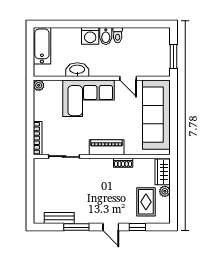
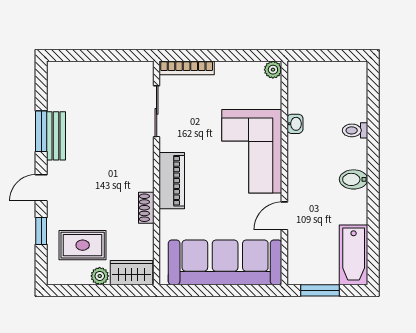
toilet: (118, 35) -> (355, 130), moved
washing machine: (90, 36) -> (354, 154), removed
bathtub: (42, 46) -> (354, 255), moved, turned 90
washbasin: (77, 70) -> (295, 124), width x0.52, depth x0.69
bench: (59, 218) -> (56, 136), moved

